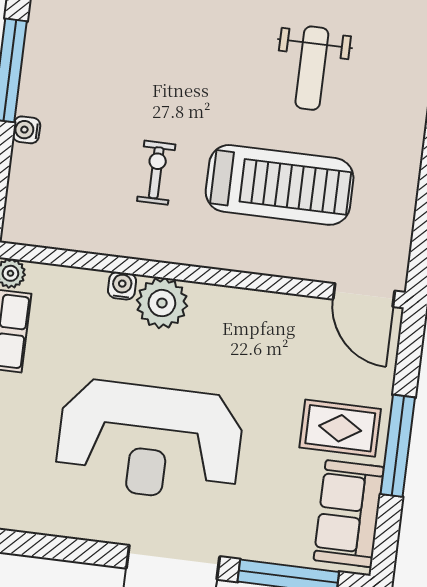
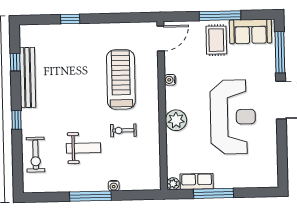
weight bench: (312, 68) -> (83, 148), moved
water cooler: (122, 286) -> (170, 80), moved

